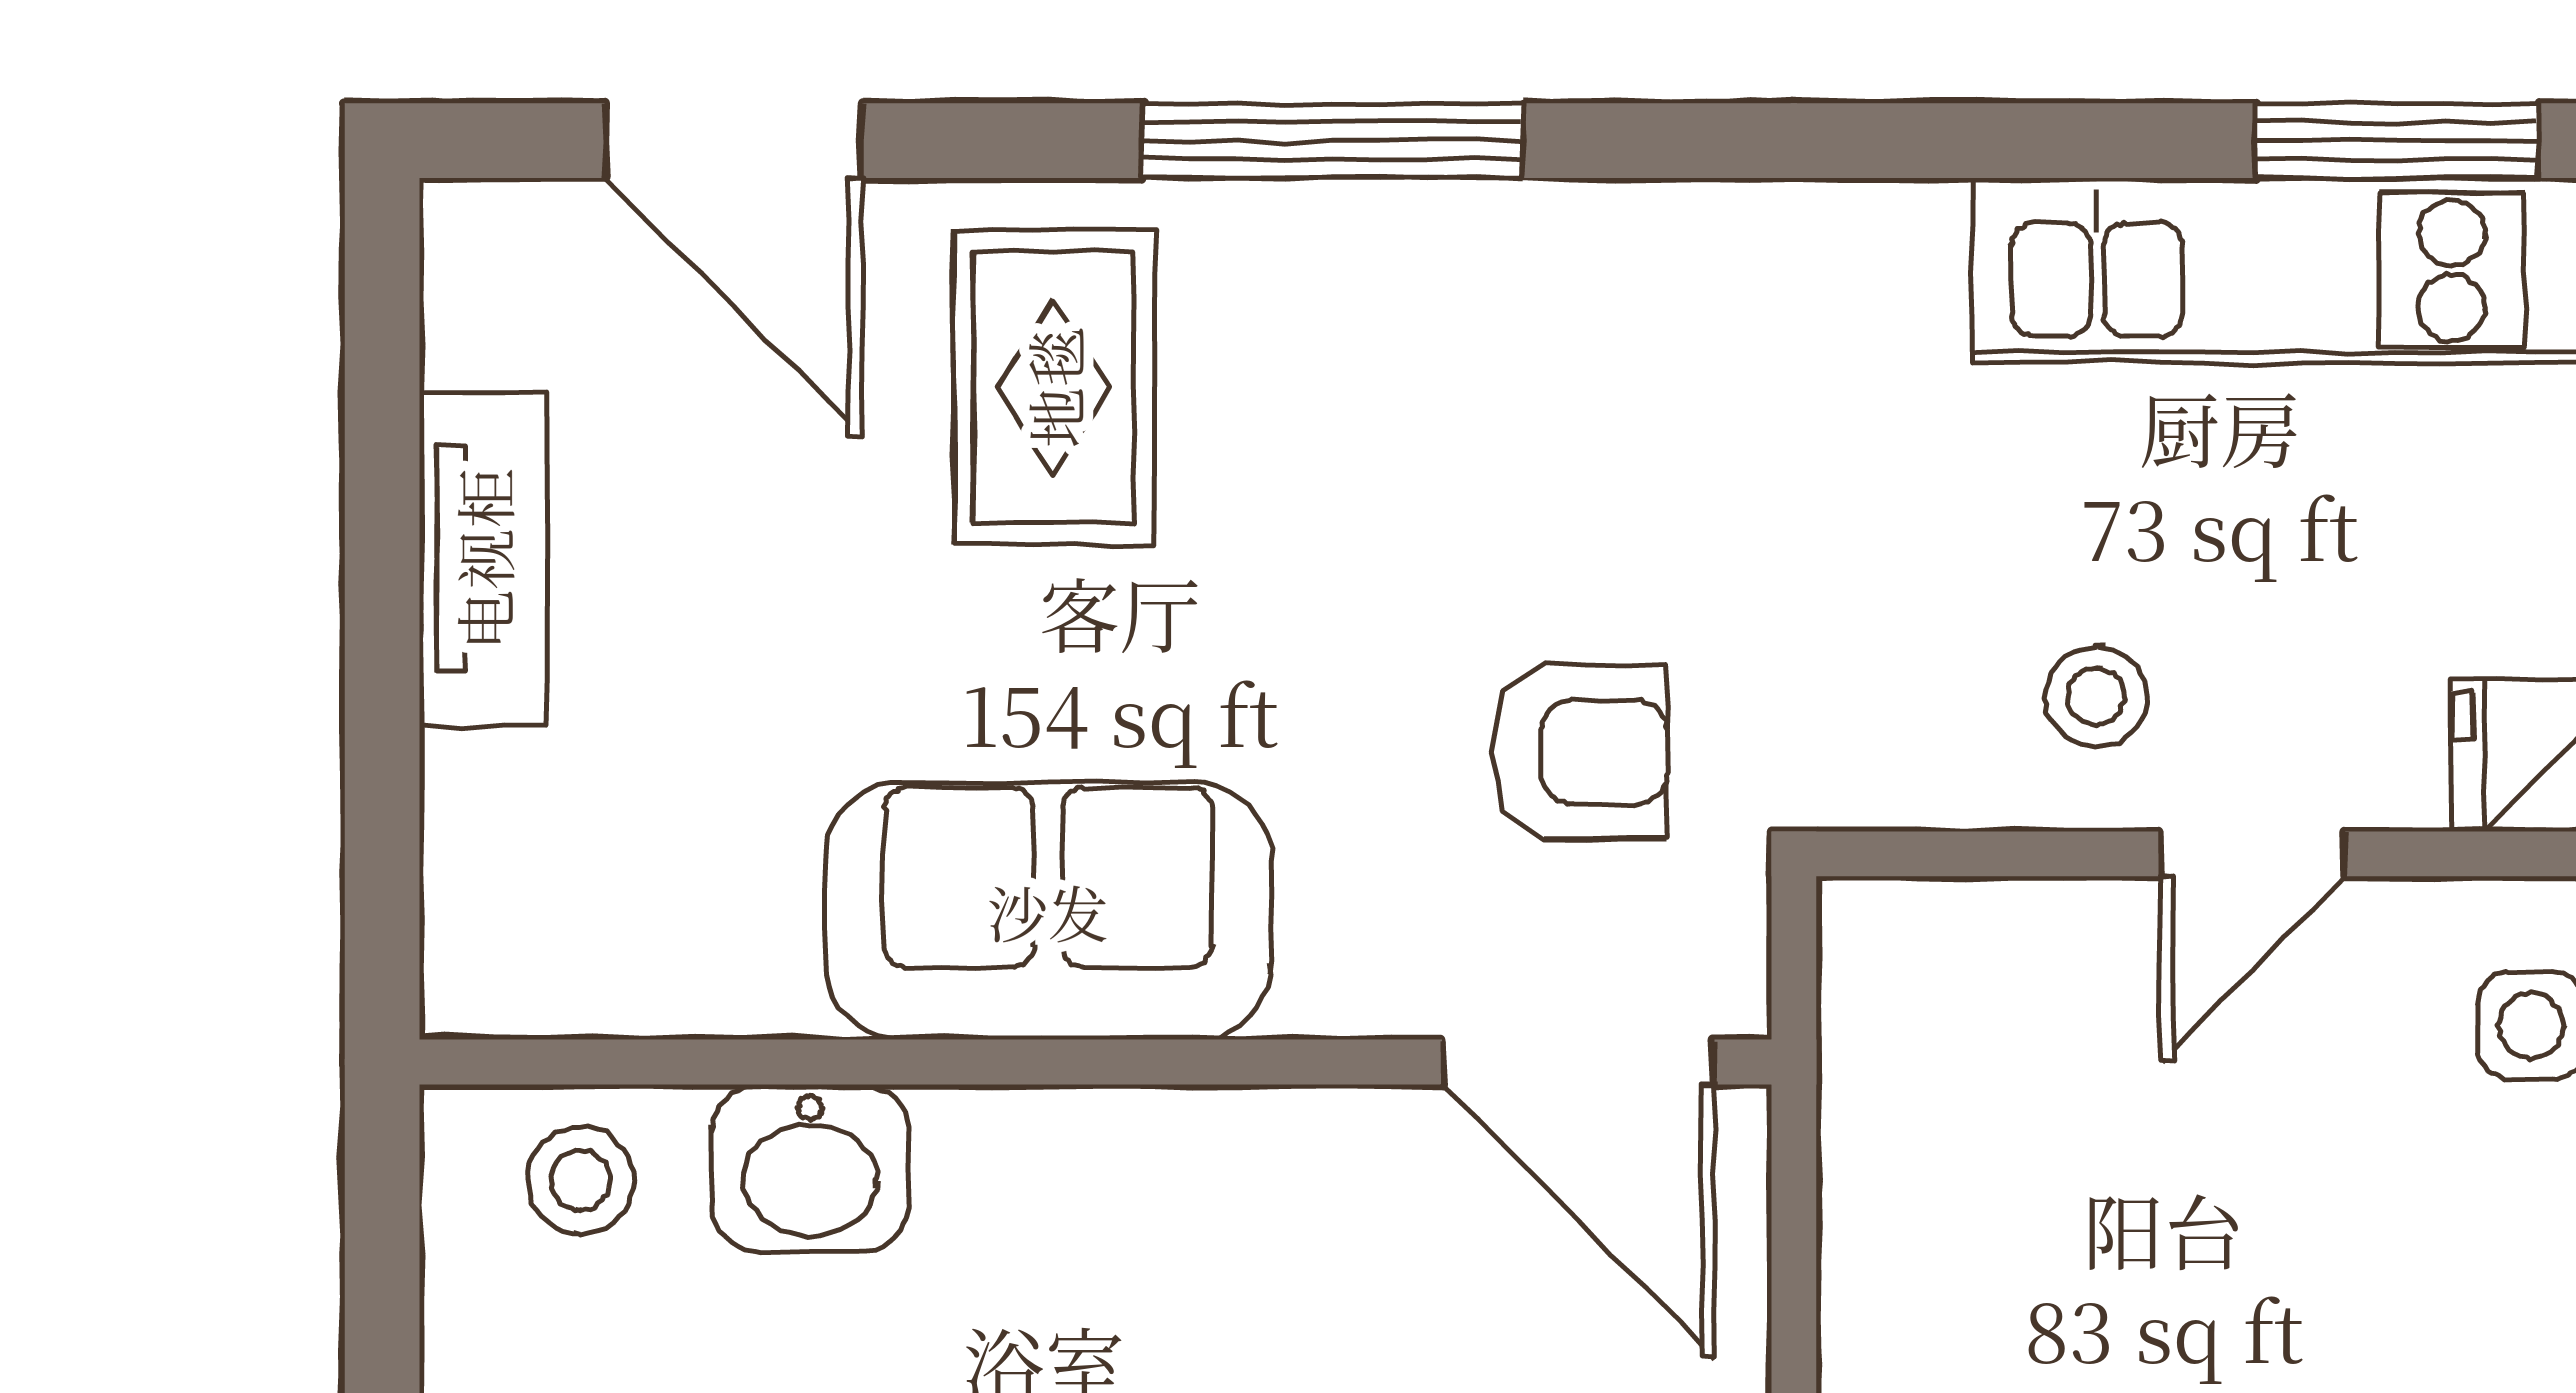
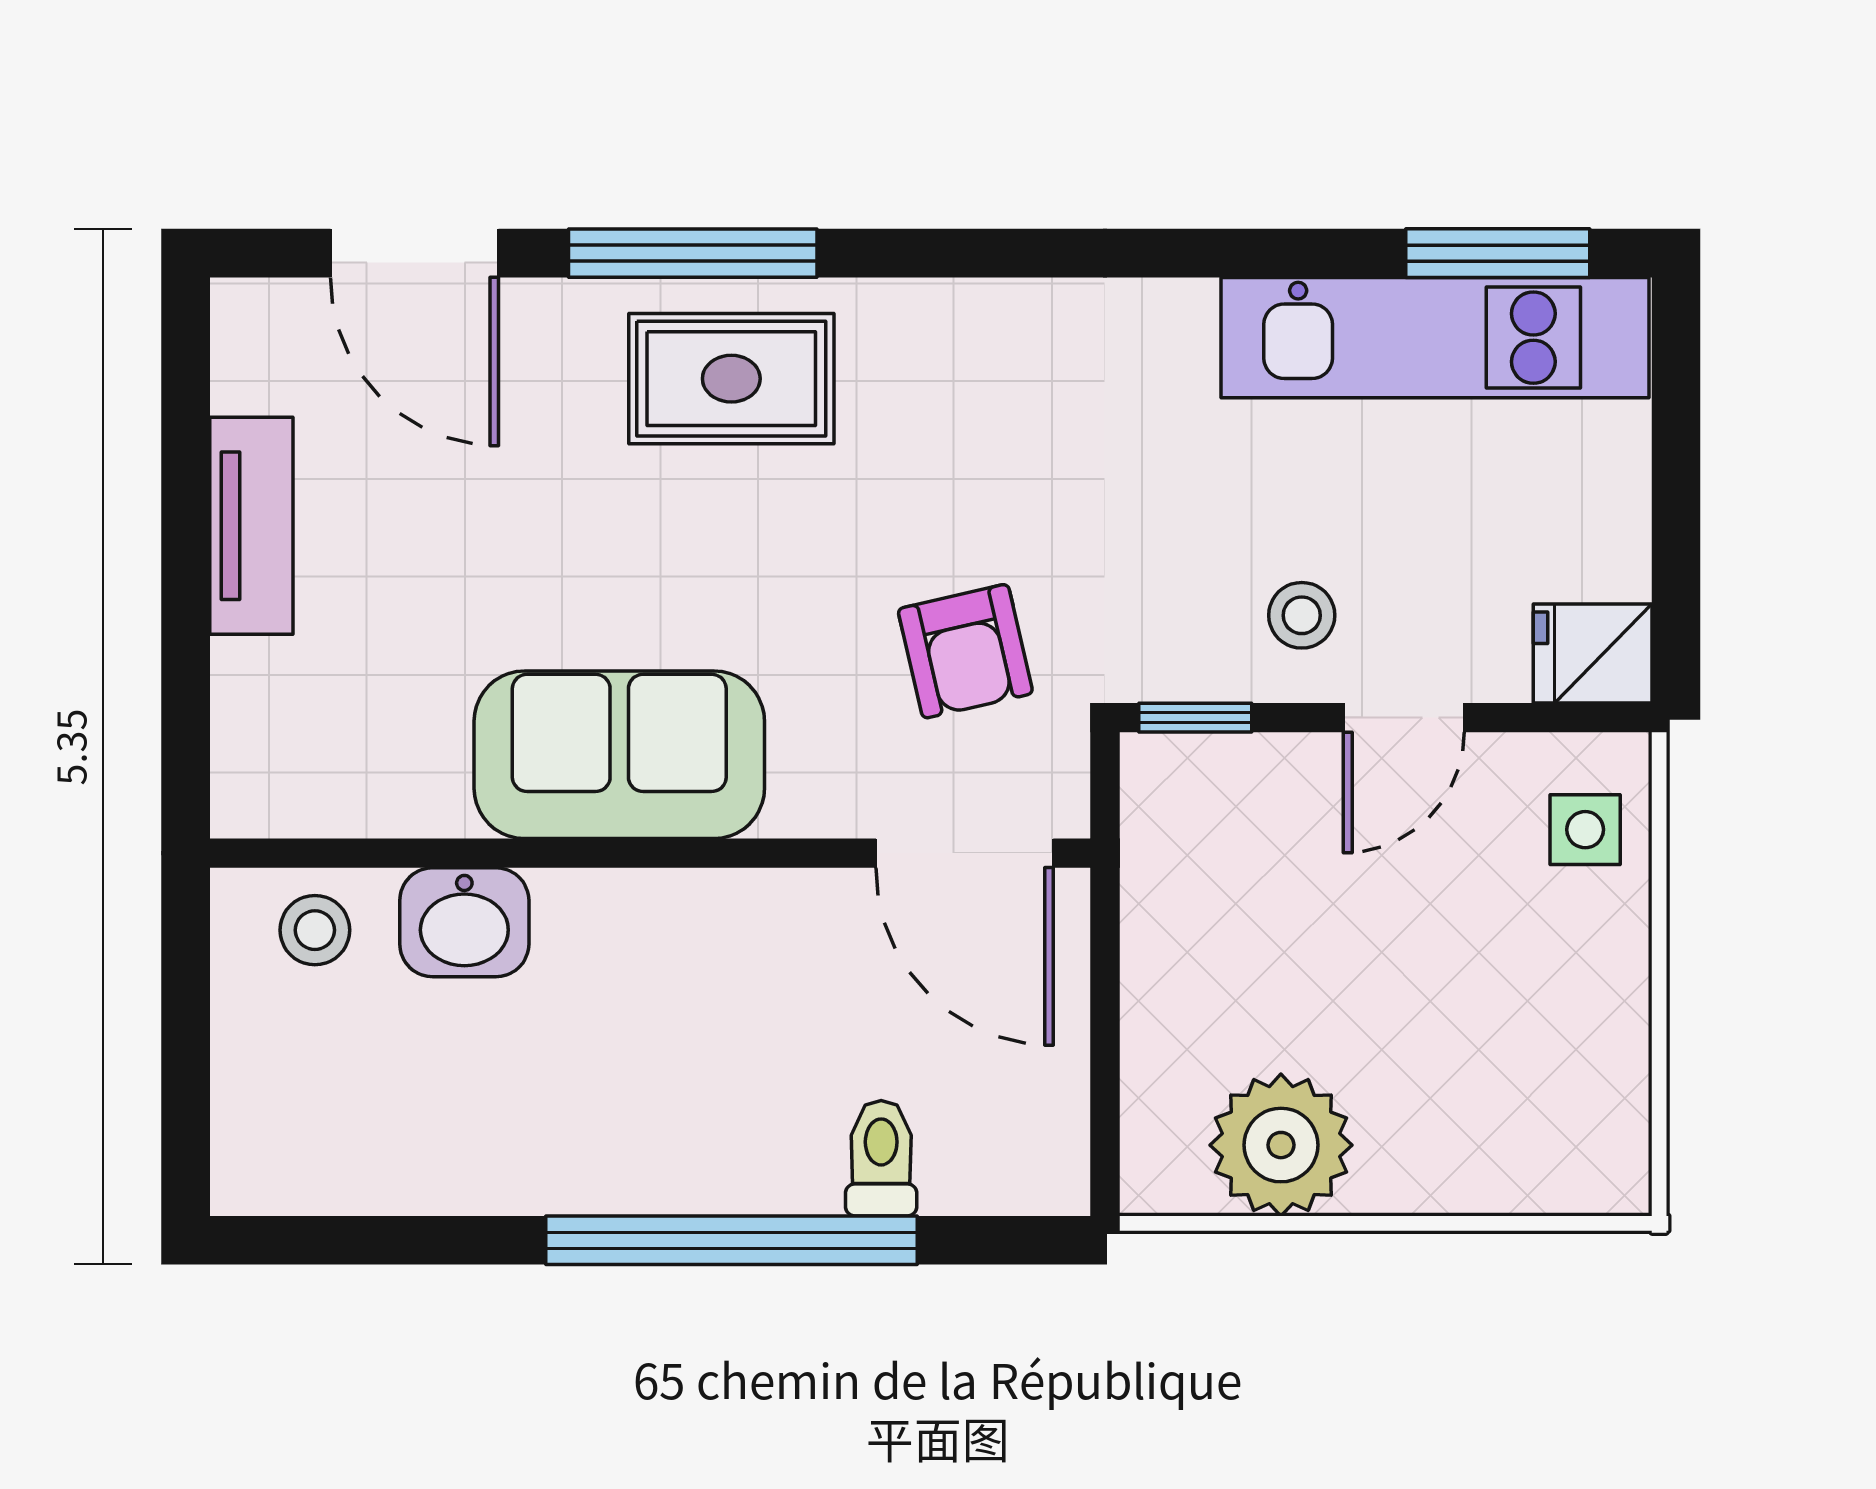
window: (1333, 141) -> (693, 253), moved
rug: (1054, 387) -> (731, 379), moved, turned 90
armchair: (1579, 752) -> (965, 651), turned 77
window: (1932, 854) -> (1195, 718), added

